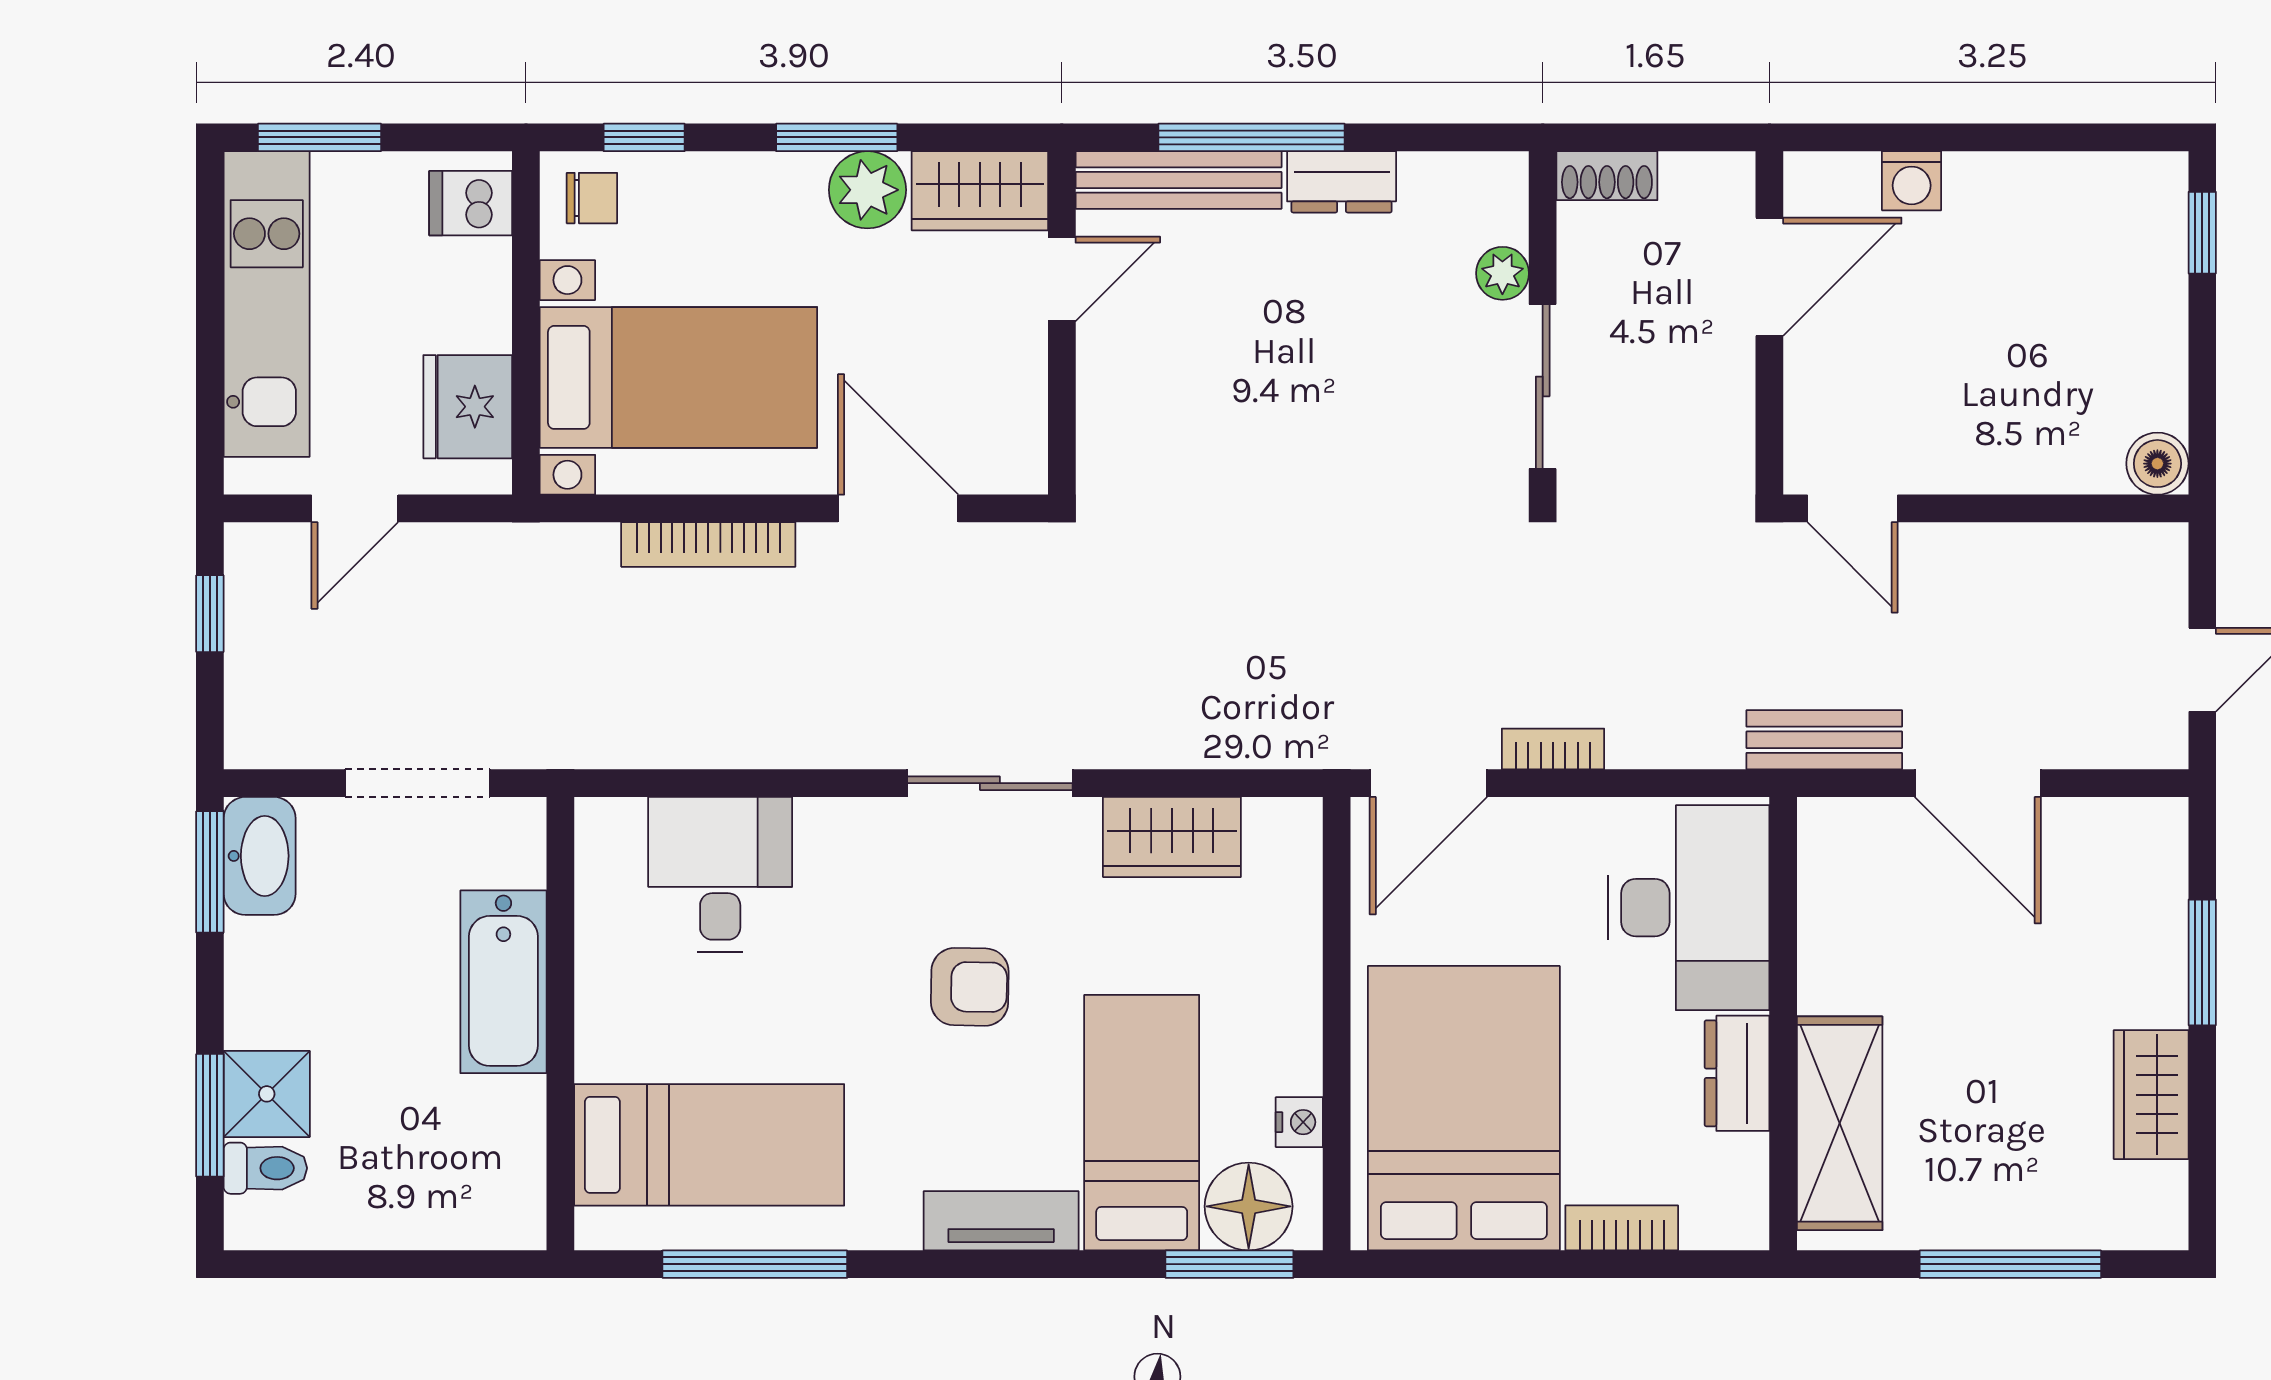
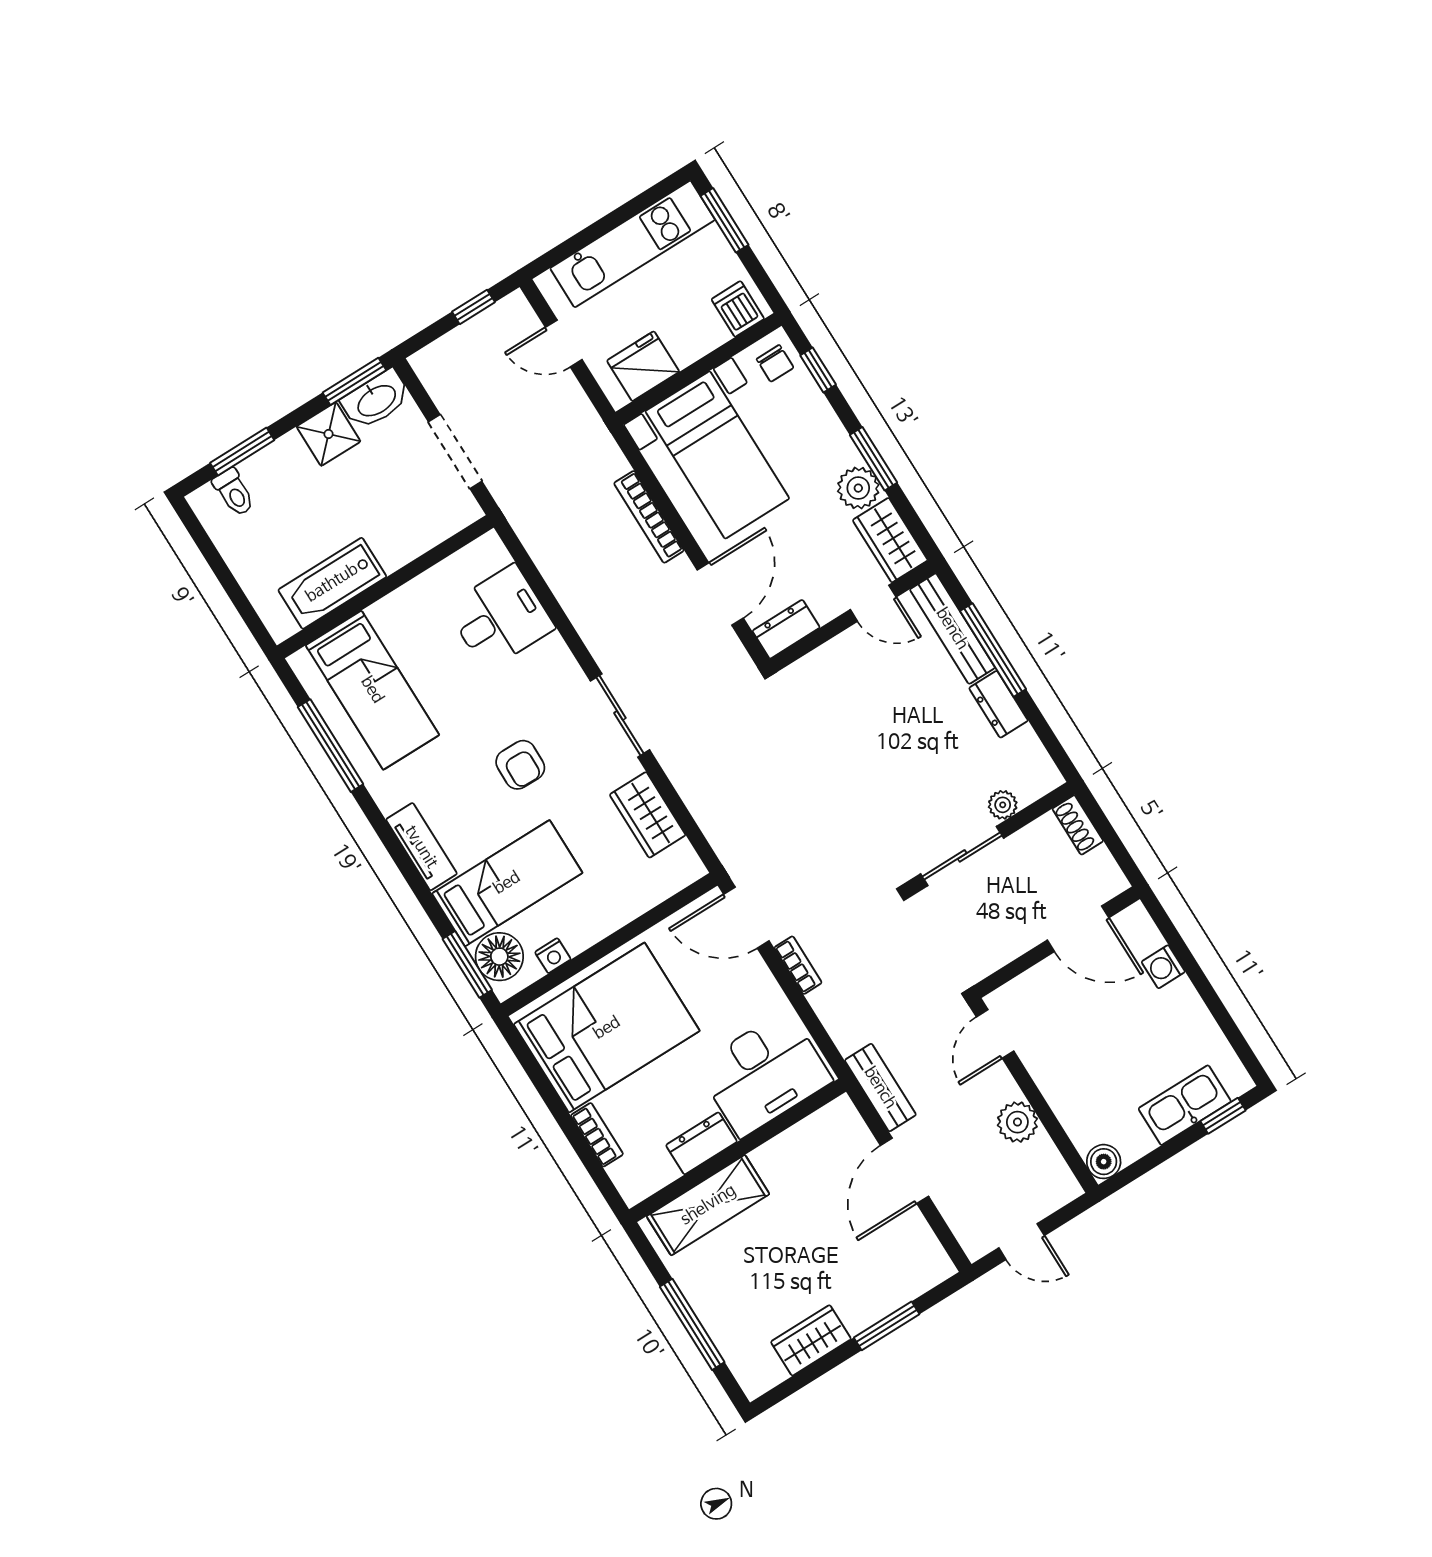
kitchen sink: (2148, 282) -> (1185, 1105), added
dresser: (1017, 440) -> (786, 629), added
plant: (2012, 560) -> (1017, 1122), added
bathtub: (503, 982) -> (332, 583), moved
shower: (267, 1094) -> (328, 434), moved

